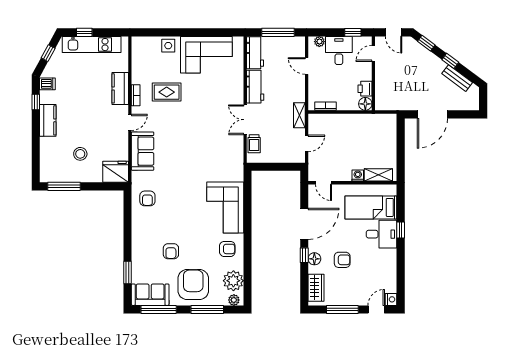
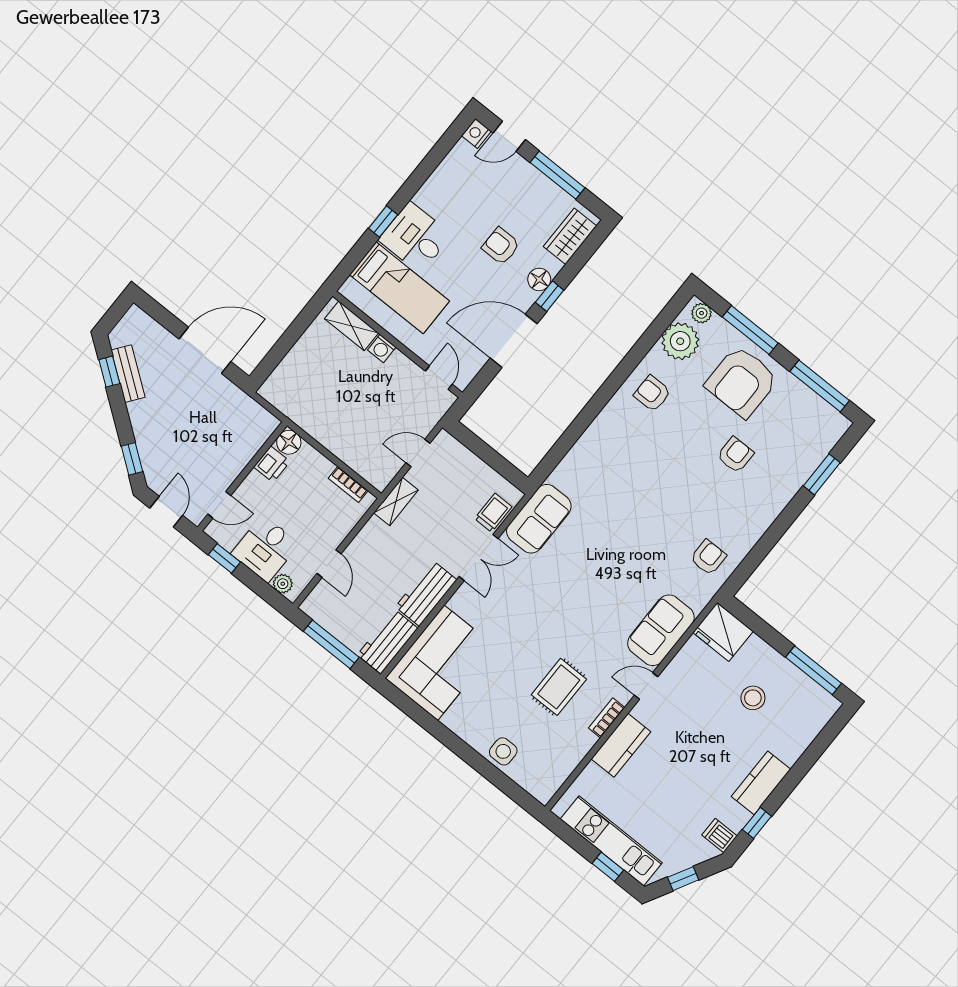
corner sofa: (206, 55) -> (441, 663), moved, turned 90
window: (450, 61) -> (109, 372), moved
rug: (167, 92) -> (559, 687), turned 90
corner sofa: (225, 207) -> (608, 455), removed
sofa: (150, 295) -> (539, 519), moved, turned -90

